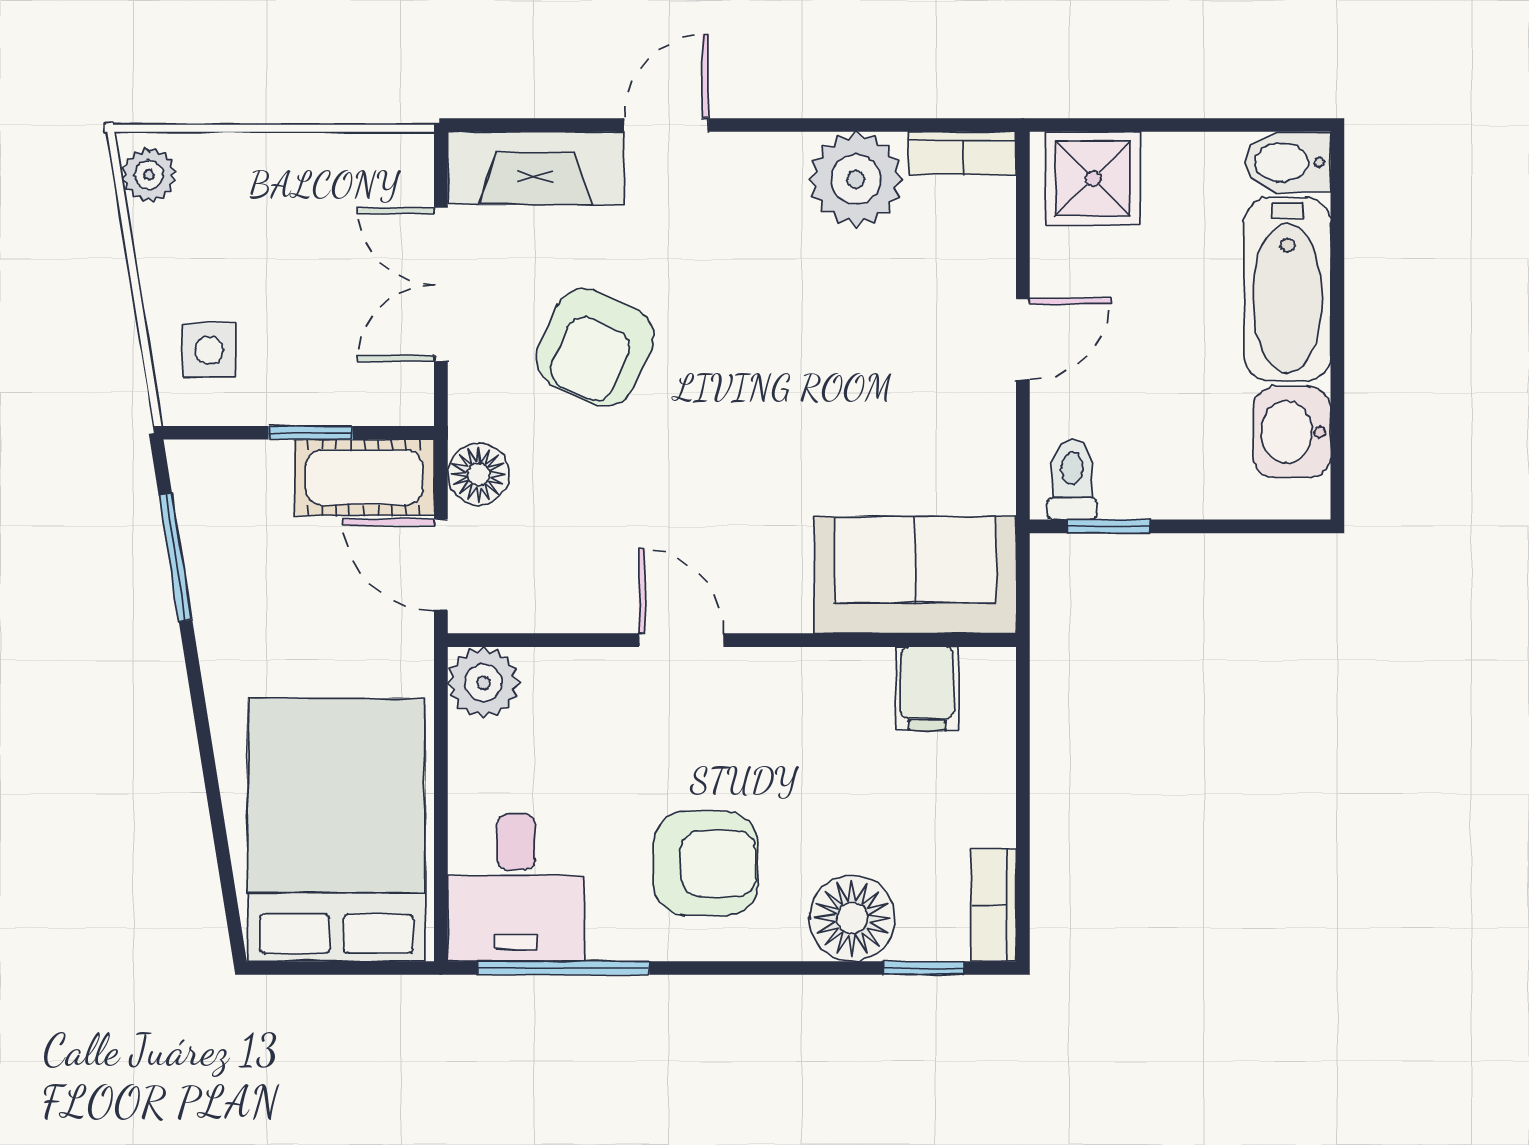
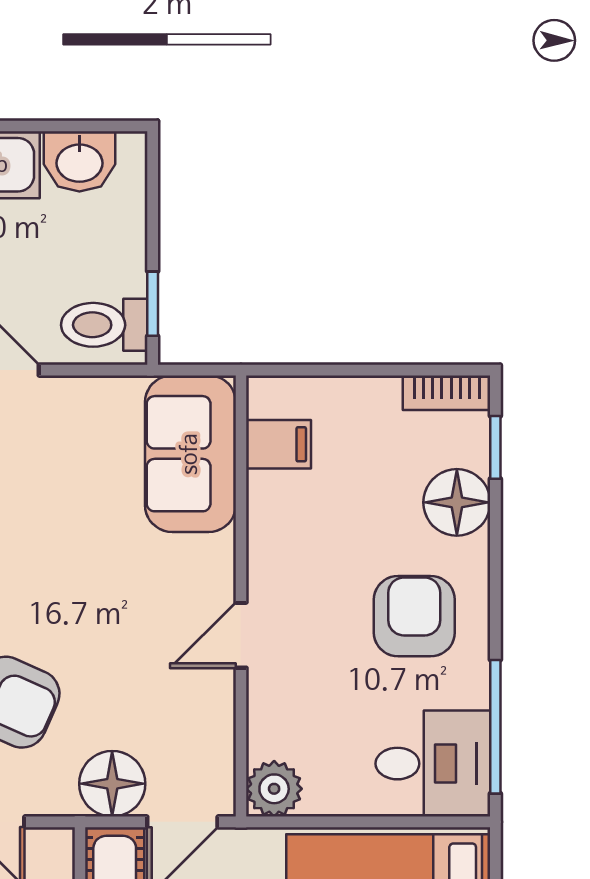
floor lamp: (478, 474) -> (112, 784), width x1.38, depth x1.38
toilet: (1072, 480) -> (104, 325), width x1.37, depth x1.39

